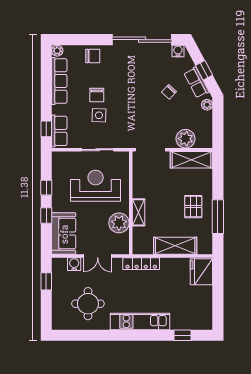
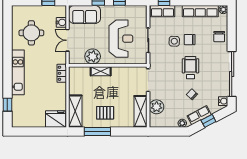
wheelchair: (134, 94) -> (190, 68), added
shelving: (175, 246) -> (75, 111), moved
locker: (141, 264) -> (62, 73), width x0.66

